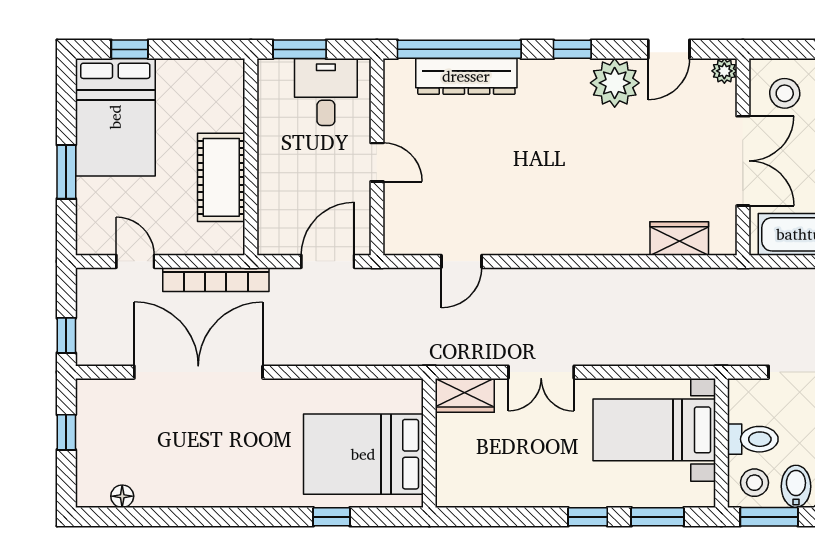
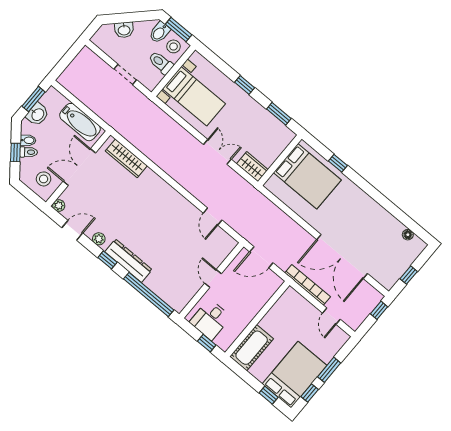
window: (300, 49) -> (207, 343), width x0.67
dresser: (466, 76) -> (128, 261), moved
plant: (615, 83) -> (99, 239), width x0.53, depth x0.53
window: (66, 108) -> (310, 393), added
cot: (221, 177) -> (252, 348), moved
wardrobe: (679, 238) -> (126, 158), width x1.50
door: (462, 261) -> (213, 216), swing flipped
window: (658, 517) -> (279, 114), moved

